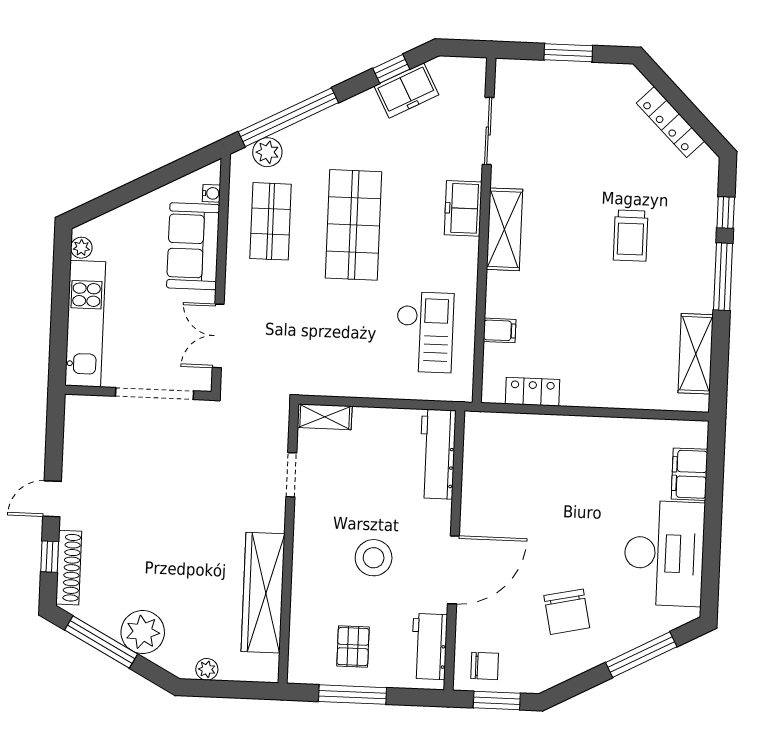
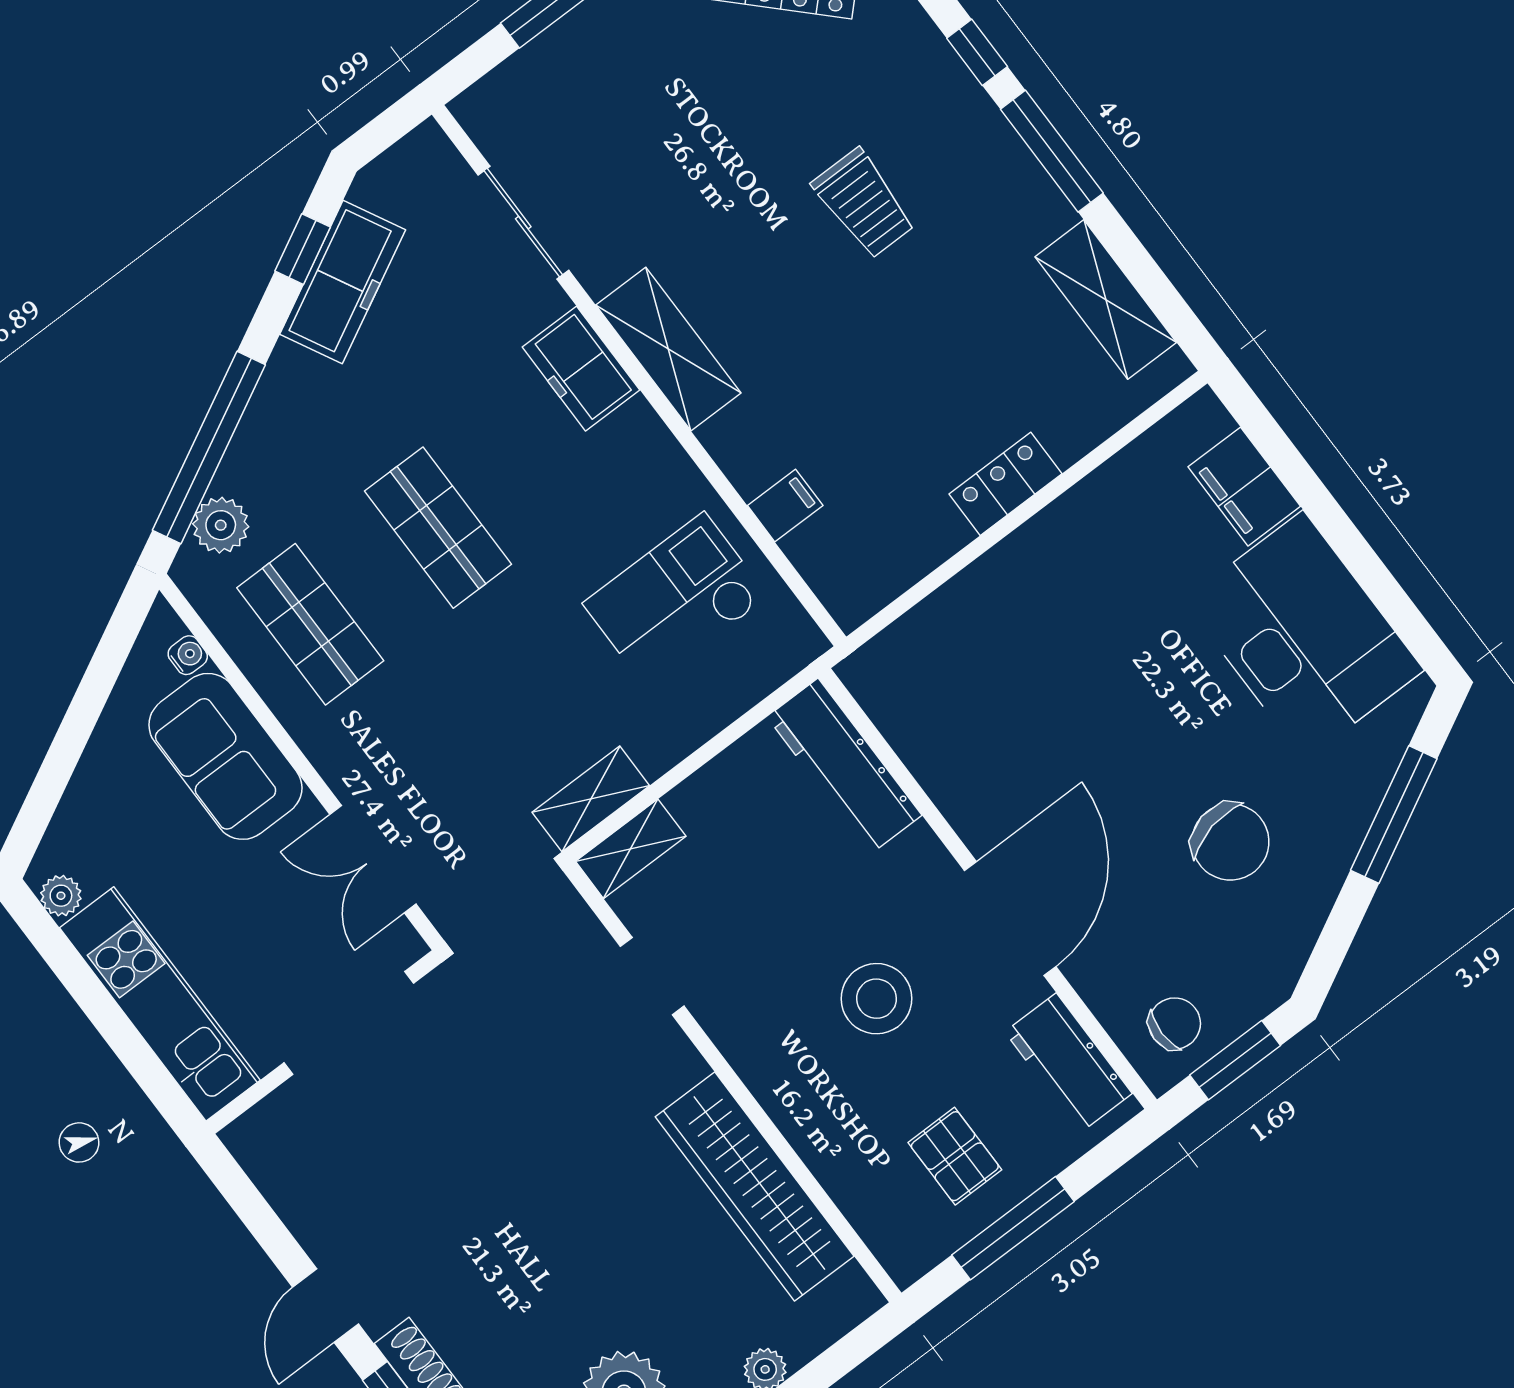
freezer: (406, 90) -> (343, 282), width x1.40
shop shelf: (354, 225) -> (438, 528), width x0.70, depth x0.74
checkout: (425, 332) -> (676, 600), turned -90
shelving: (325, 384) -> (591, 799), added
locker: (533, 392) -> (1005, 484), moved

